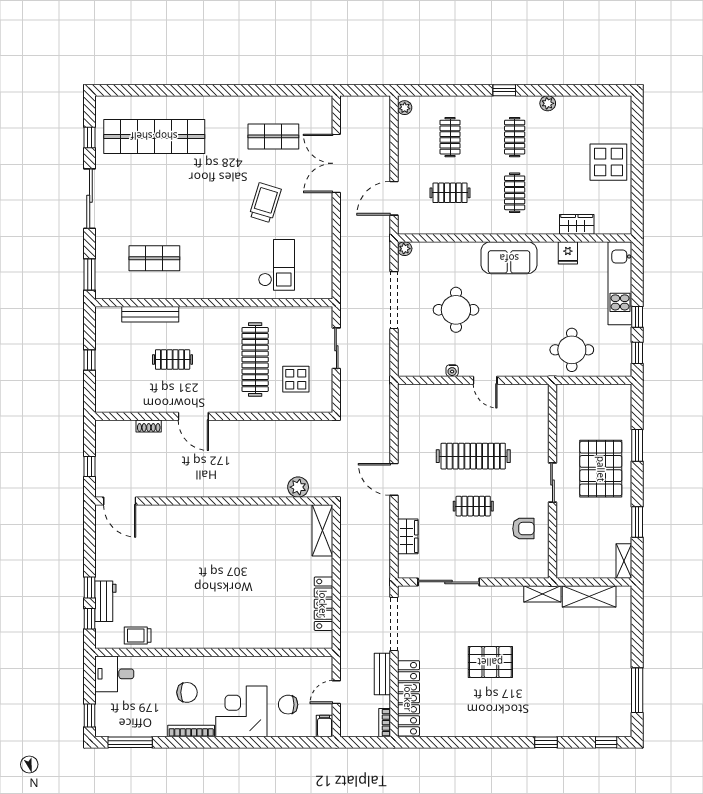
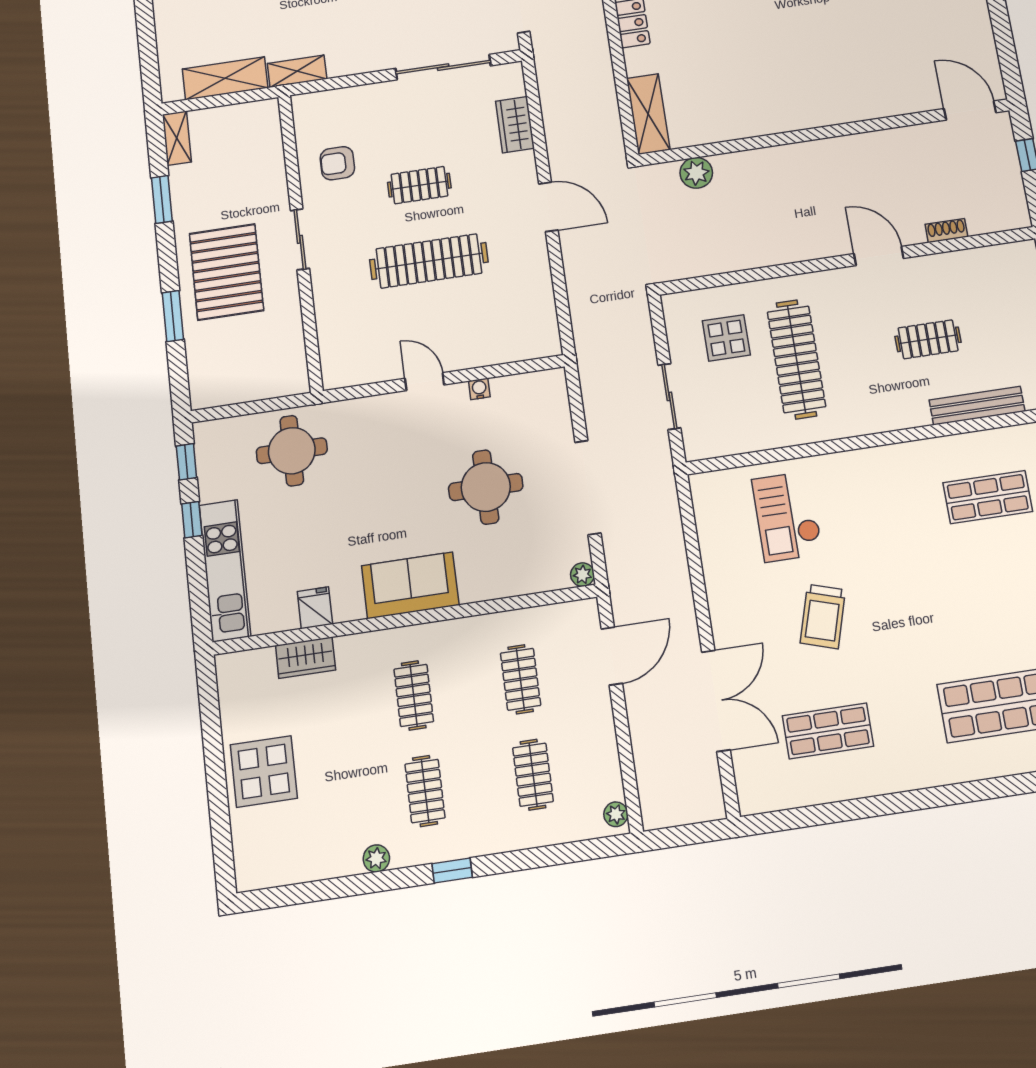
clothes rail: (450, 193) -> (521, 679), turned 90

